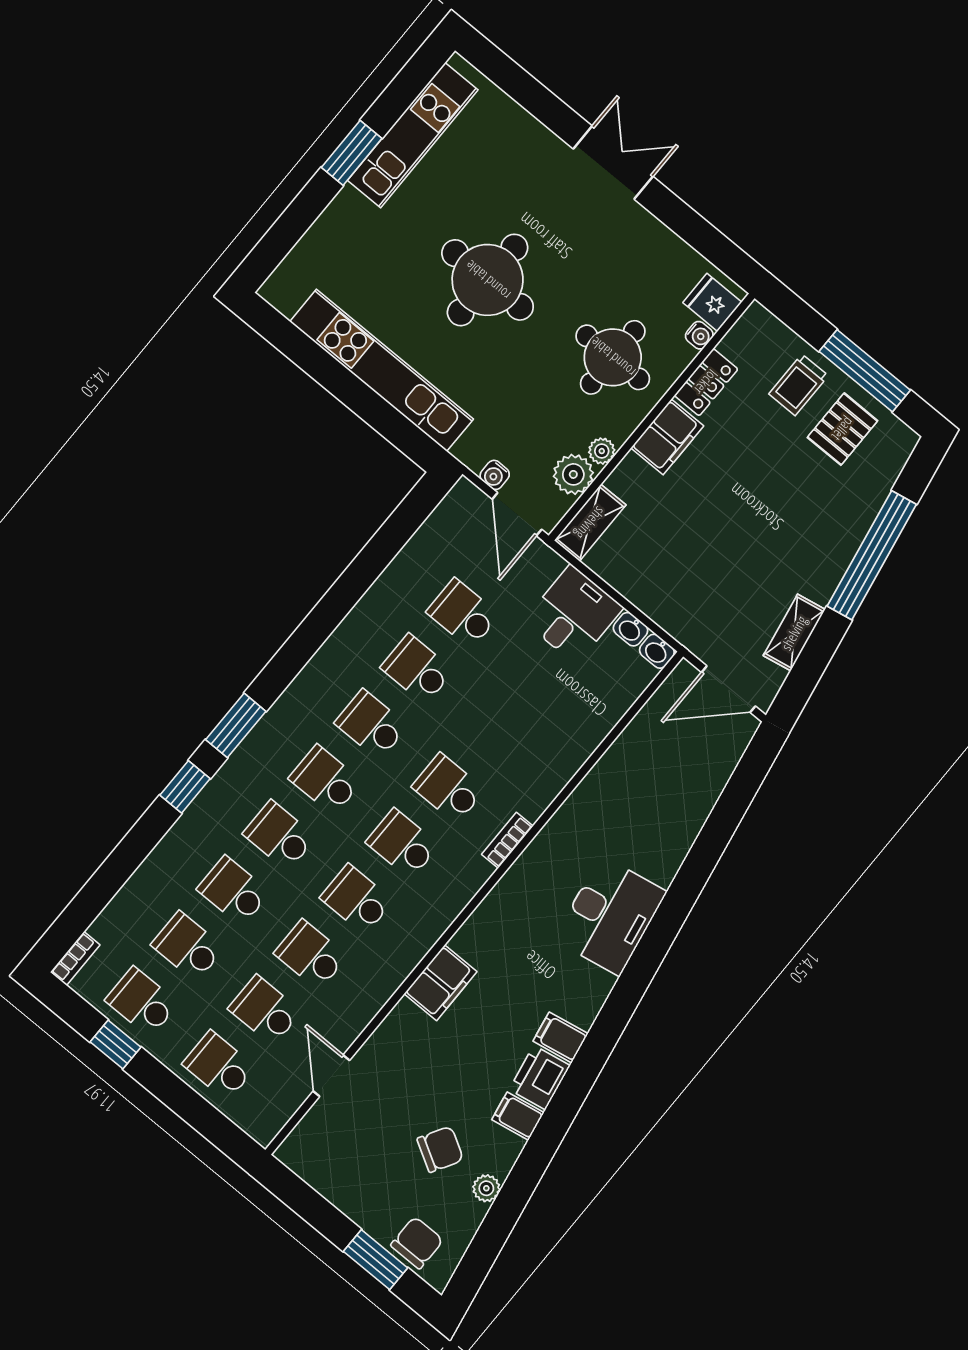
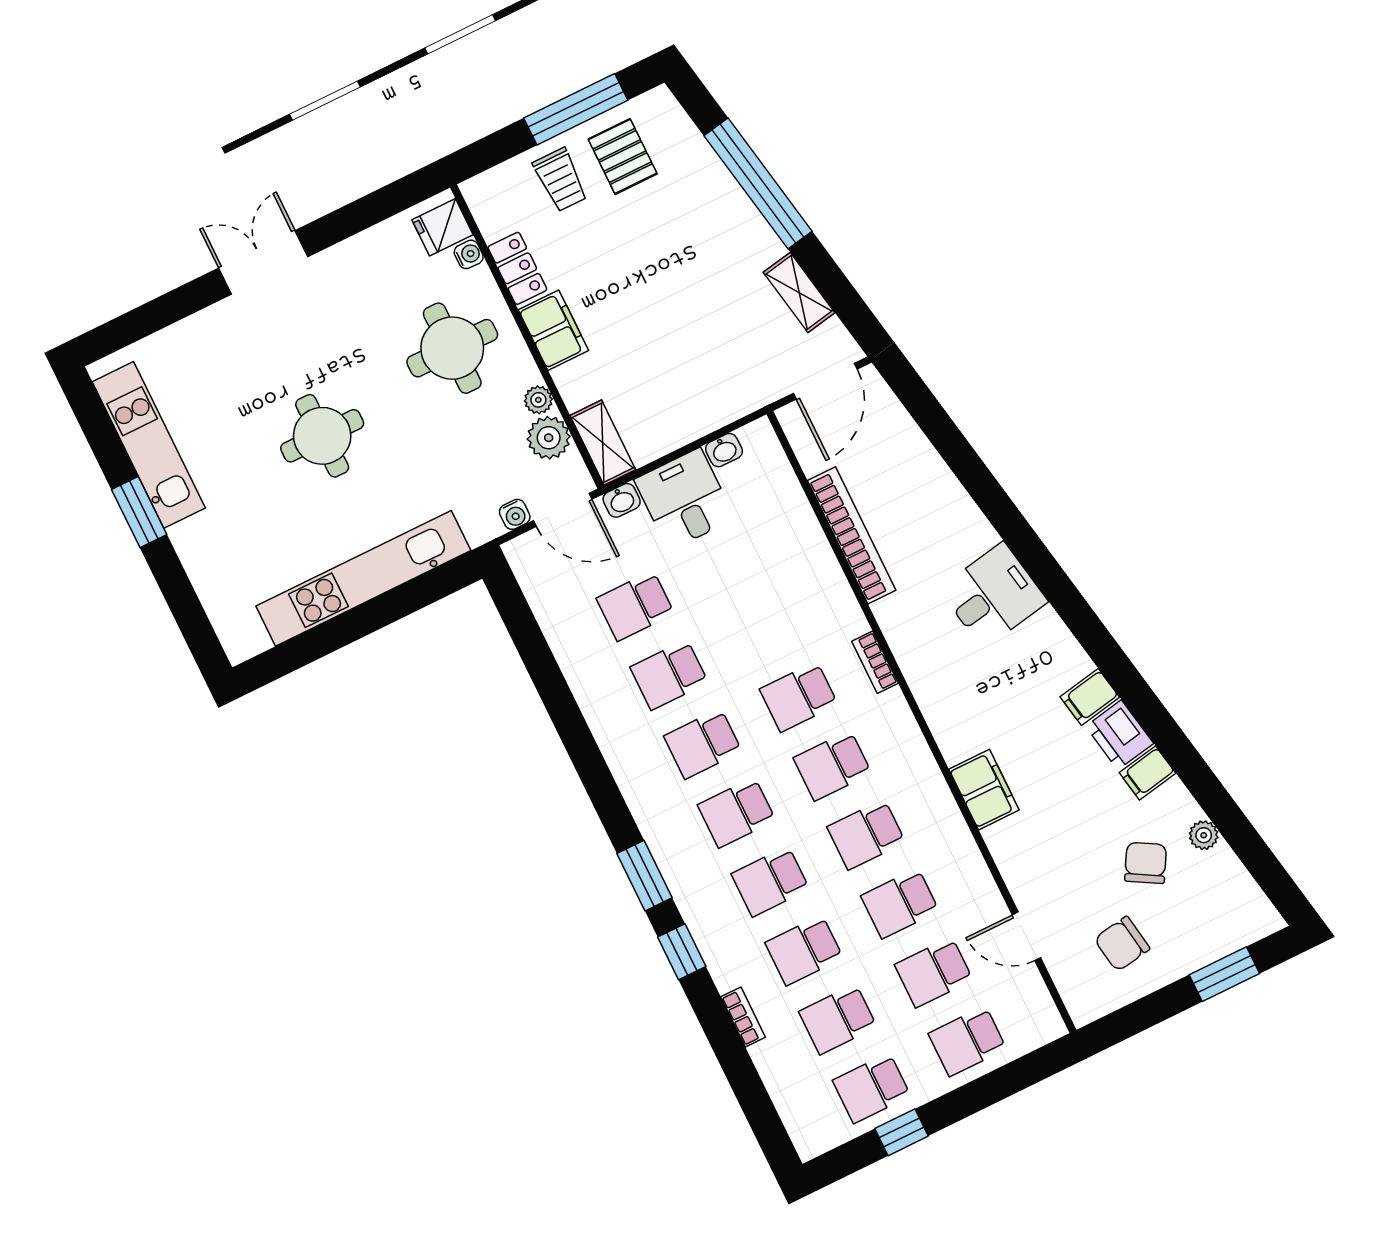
round table: (488, 280) -> (322, 436), width x0.73, depth x0.73
washbasin: (657, 651) -> (622, 500), moved
bookcase: (607, 771) -> (852, 535), added
desk: (610, 916) -> (993, 595), width x0.73
bookcase: (75, 958) -> (743, 1017), moved
chair: (417, 1243) -> (1122, 944), moved, turned -99

